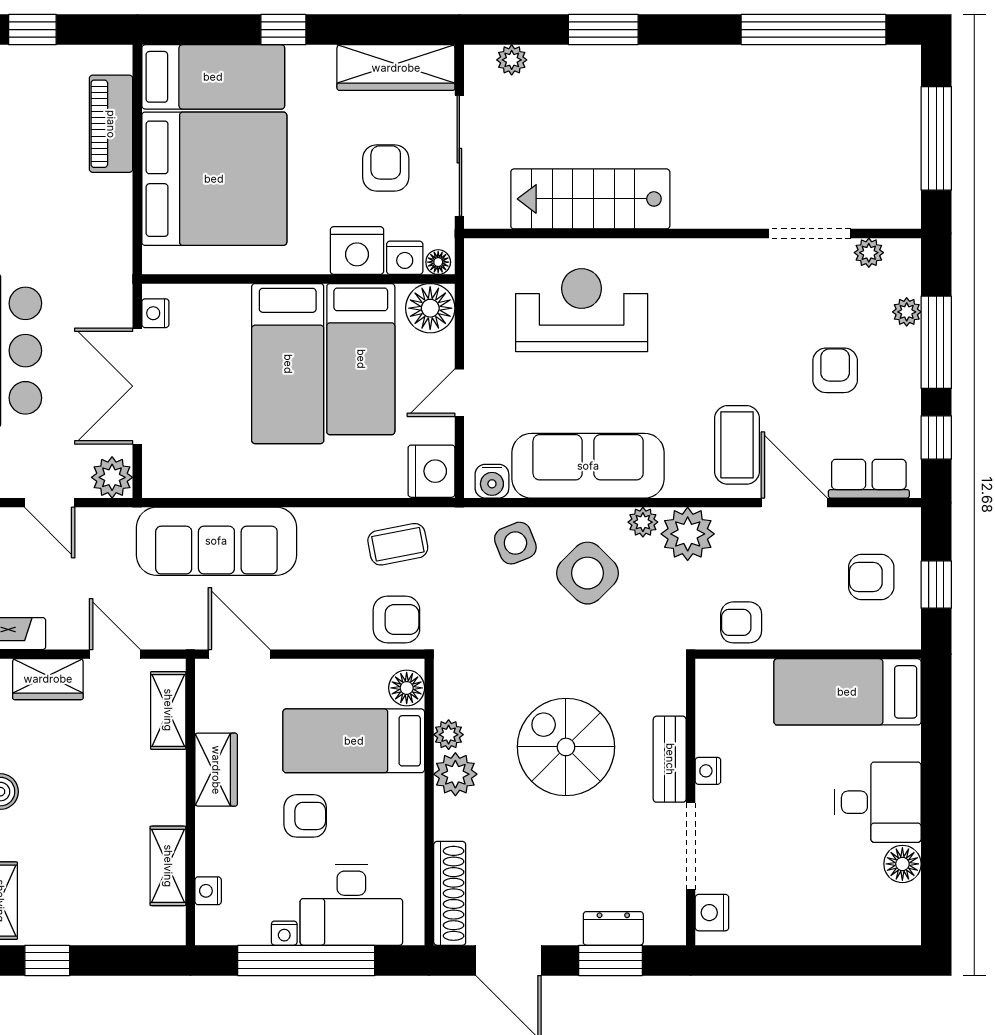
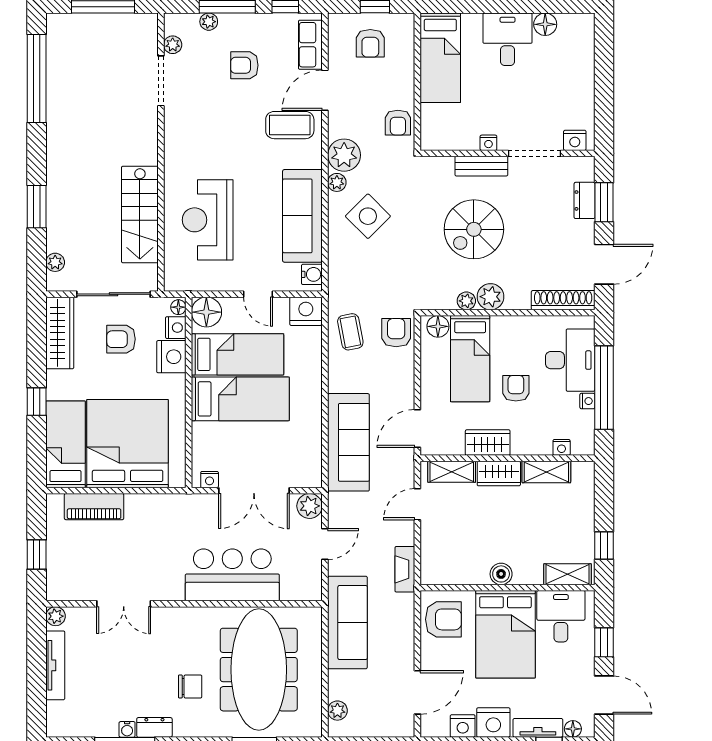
side table: (515, 543) -> (350, 260), removed
wardrobe: (48, 679) -> (499, 473), moved, turned 90

